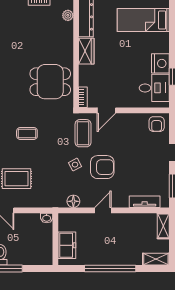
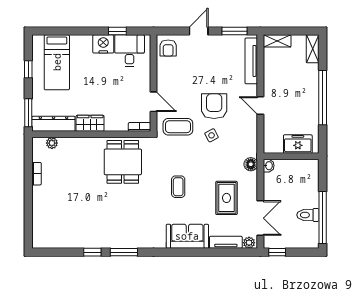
armchair: (157, 124) -> (168, 48), turned 90
floor lamp: (73, 201) -> (251, 164), moved
tv unit: (145, 202) -> (251, 61), width x1.41

